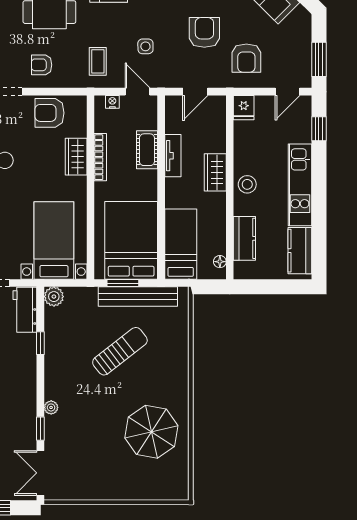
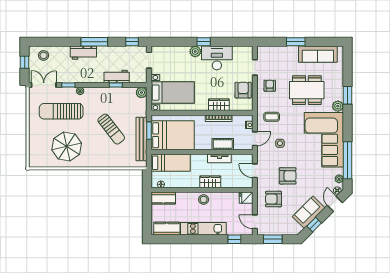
kitchen counter: (244, 238) -> (163, 198), moved
workbench: (25, 310) -> (117, 76), moved
sun lounger: (88, 442) -> (61, 111), added

